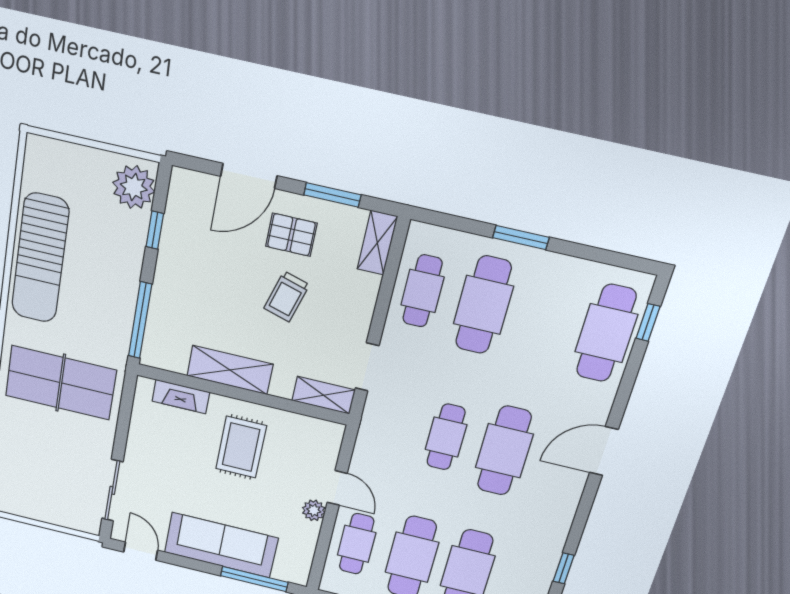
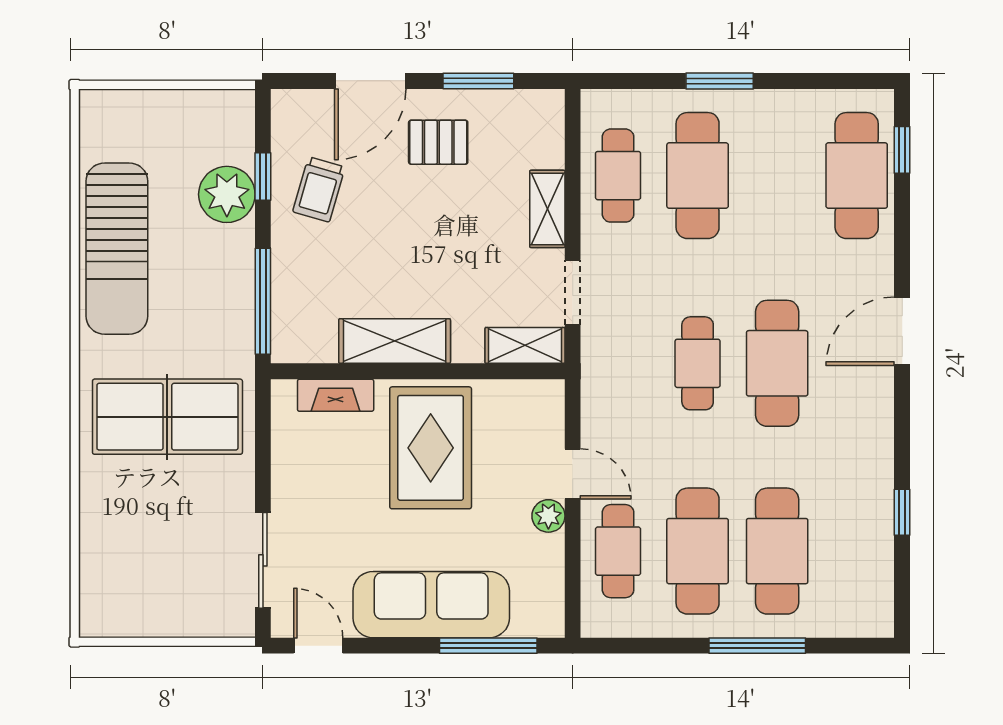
plant: (134, 187) -> (227, 194), moved
shelving: (377, 243) -> (547, 209), moved
trolley: (287, 297) -> (319, 189), moved
rug: (241, 447) -> (431, 448), width x1.36, depth x1.43

